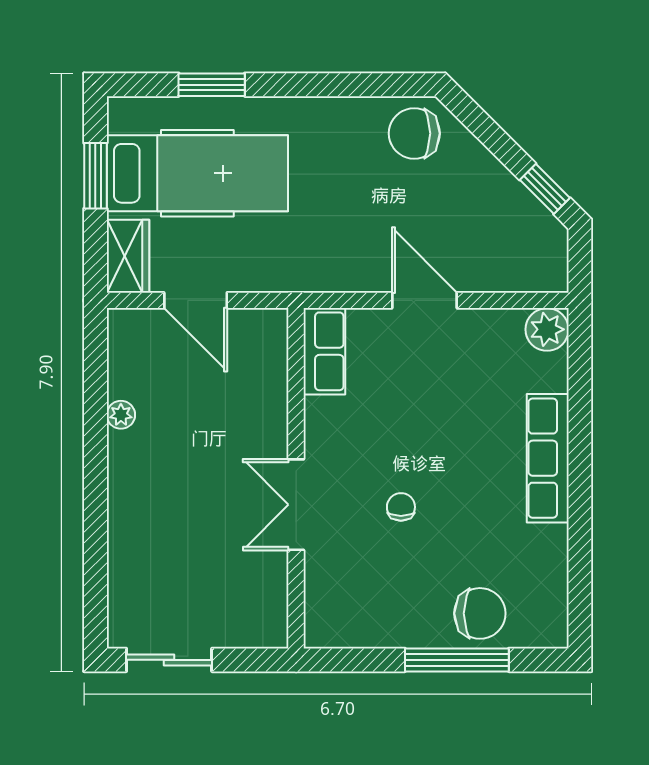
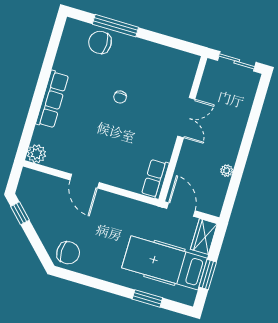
row of seats: (324, 351) -> (155, 179), moved
wall: (296, 478) -> (183, 129), moved
double door: (296, 505) -> (186, 118), moved

